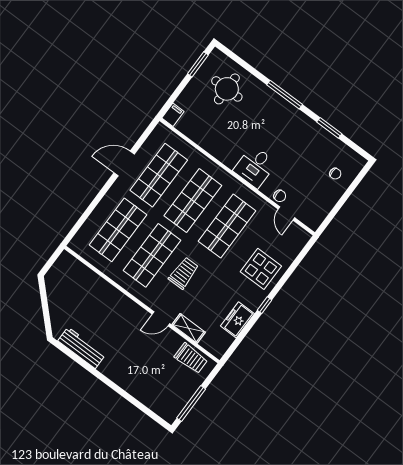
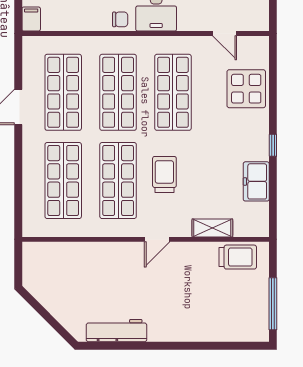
chair: (280, 196) -> (120, 19), moved
display table: (261, 269) -> (246, 89), moved
door: (161, 319) -> (157, 239), moved

